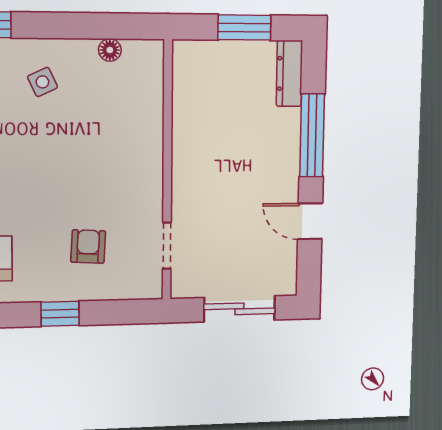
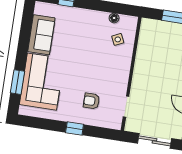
side table: (42, 82) -> (118, 39), moved
armchair: (88, 247) -> (91, 101), turned -93

